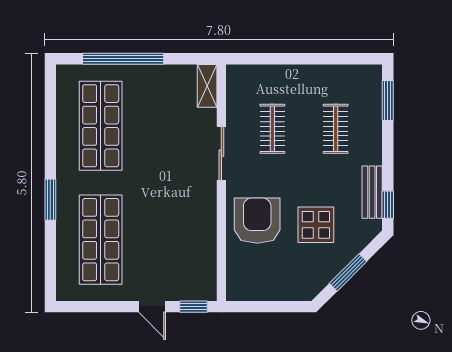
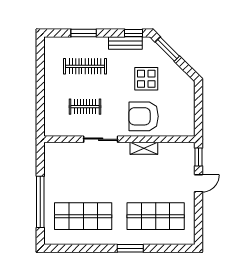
shelving: (207, 86) -> (144, 148), moved
window: (388, 101) -> (84, 33), moved
clothes rail: (336, 129) -> (85, 66), width x1.36
window: (348, 272) -> (167, 49), moved

